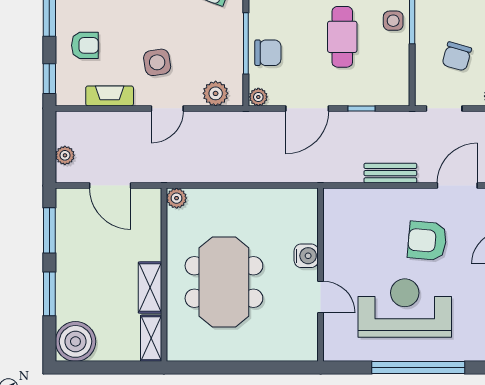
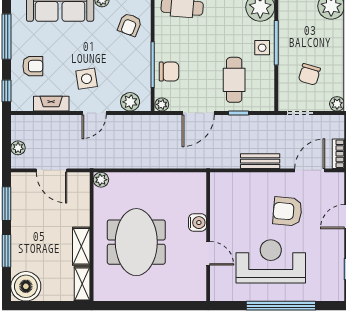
cafe table: (342, 37) -> (234, 80), moved

